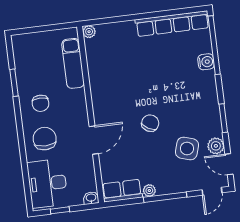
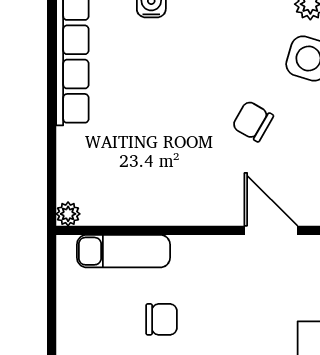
chair: (40, 103) -> (162, 319), moved
chair: (45, 139) -> (257, 322), removed

